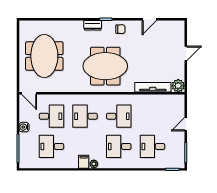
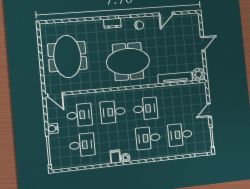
desk: (51, 146) -> (82, 145), turned 180

